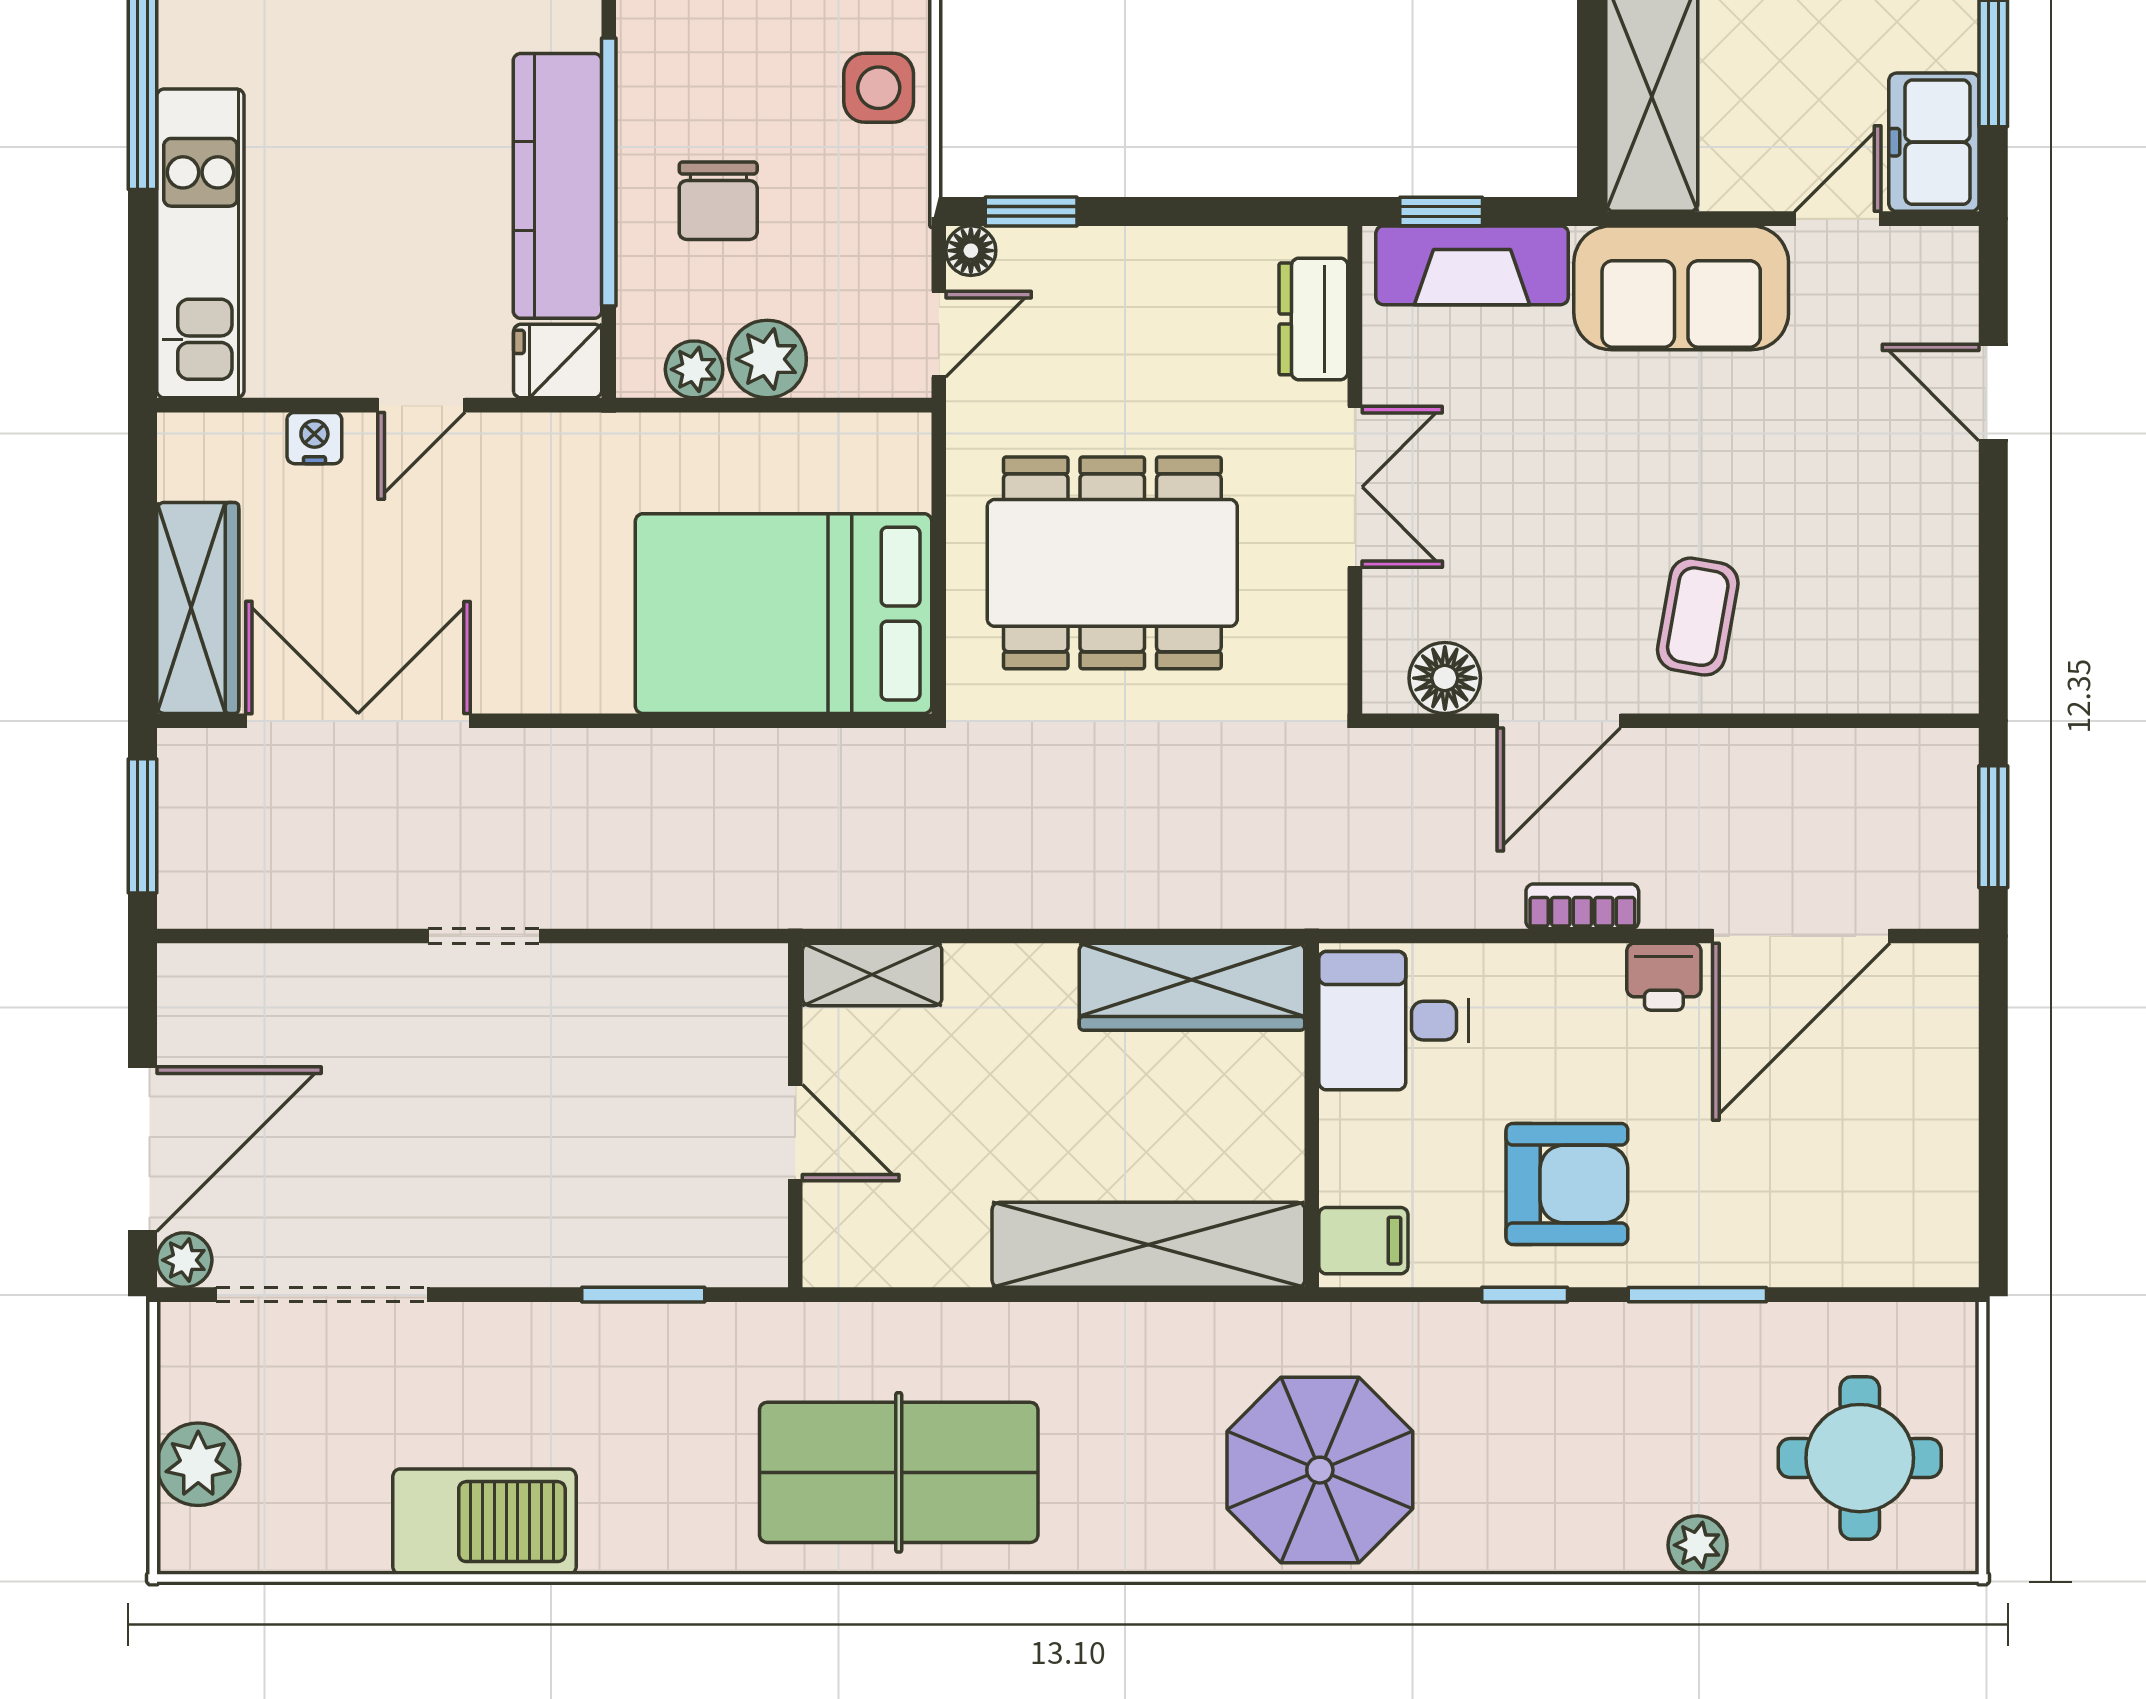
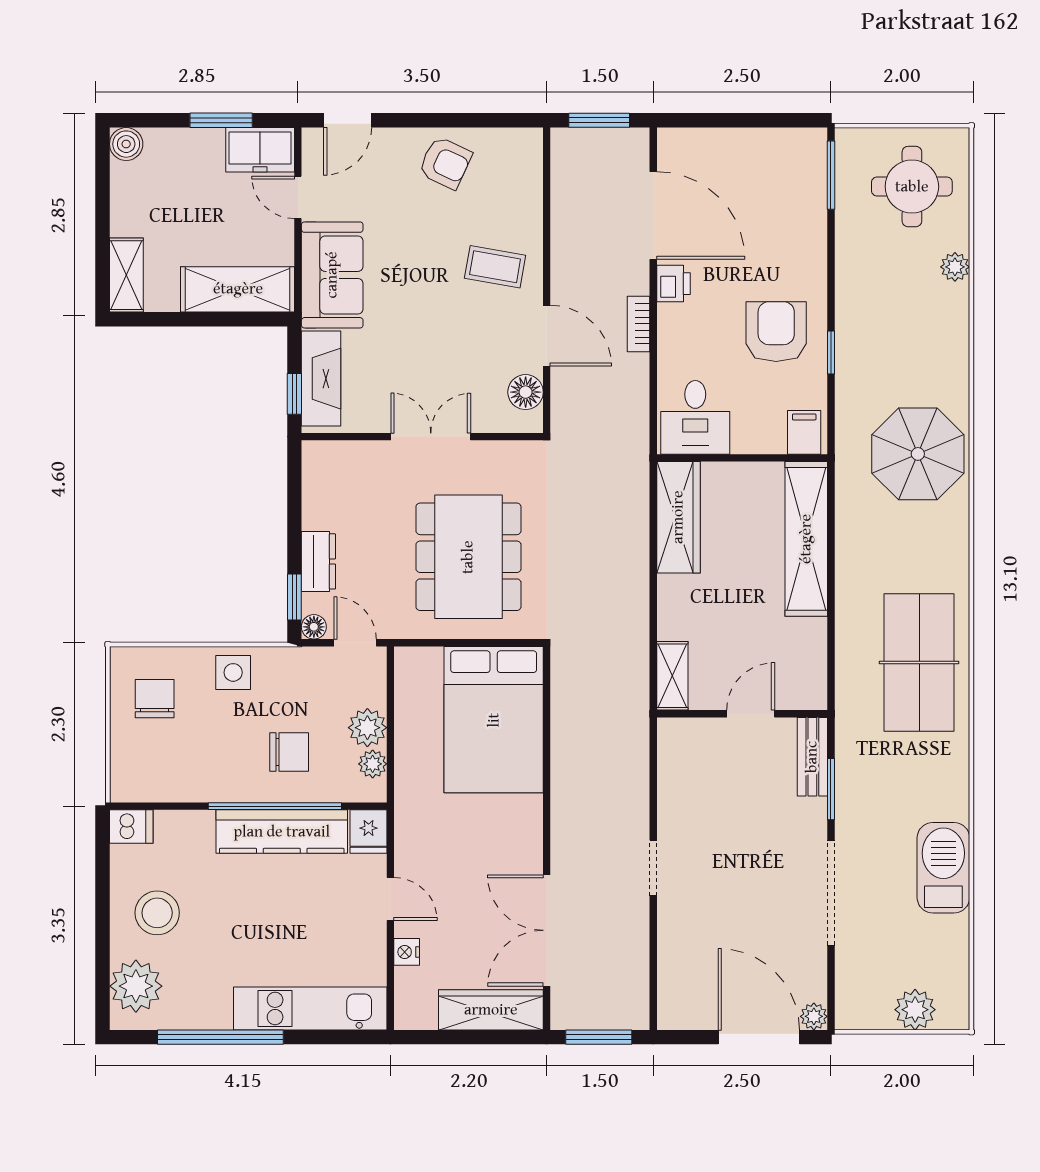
dresser: (1313, 319) -> (318, 561), moved, turned -90
door: (1993, 392) -> (348, 120), moved
armchair: (1908, 516) -> (445, 163), added
bench: (709, 1257) -> (812, 757), added
doorway: (322, 1295) -> (831, 893), moved
window: (1697, 1295) -> (831, 175), moved

